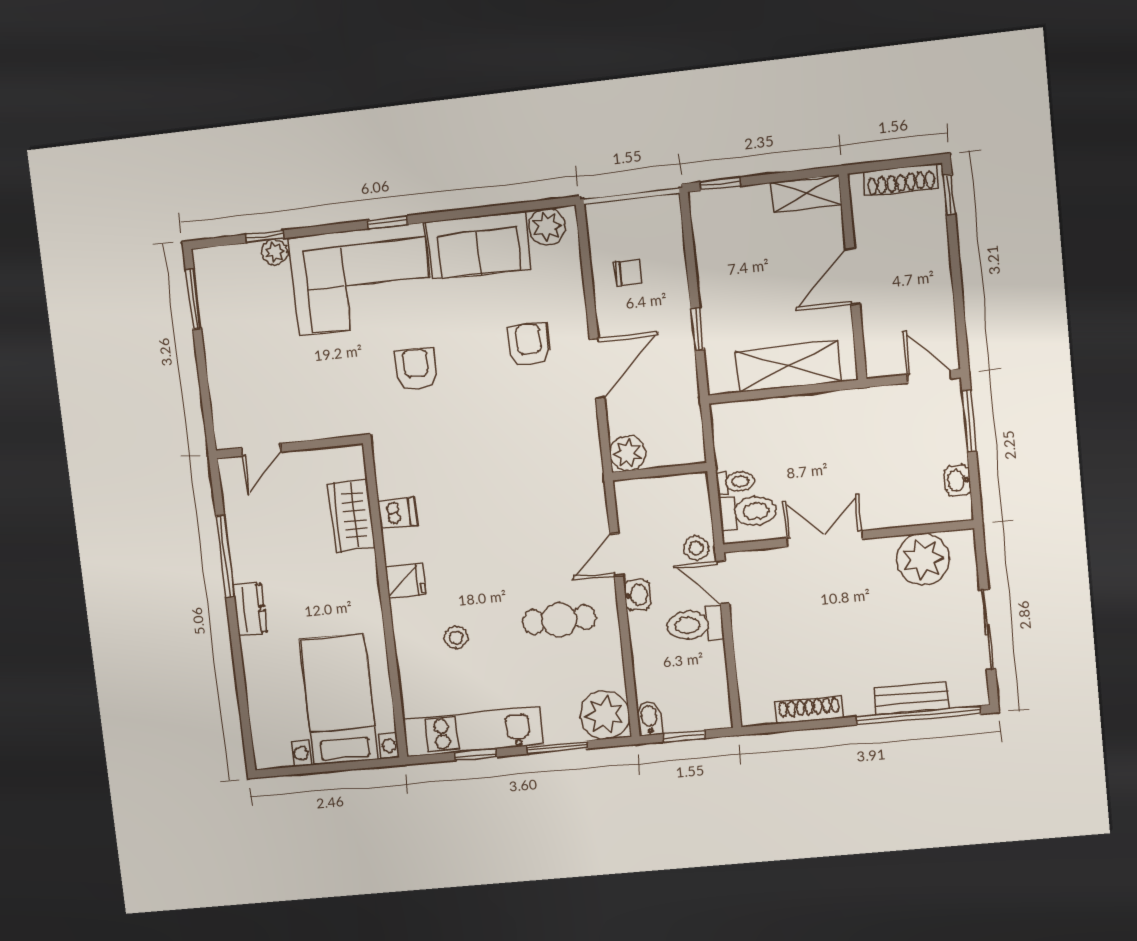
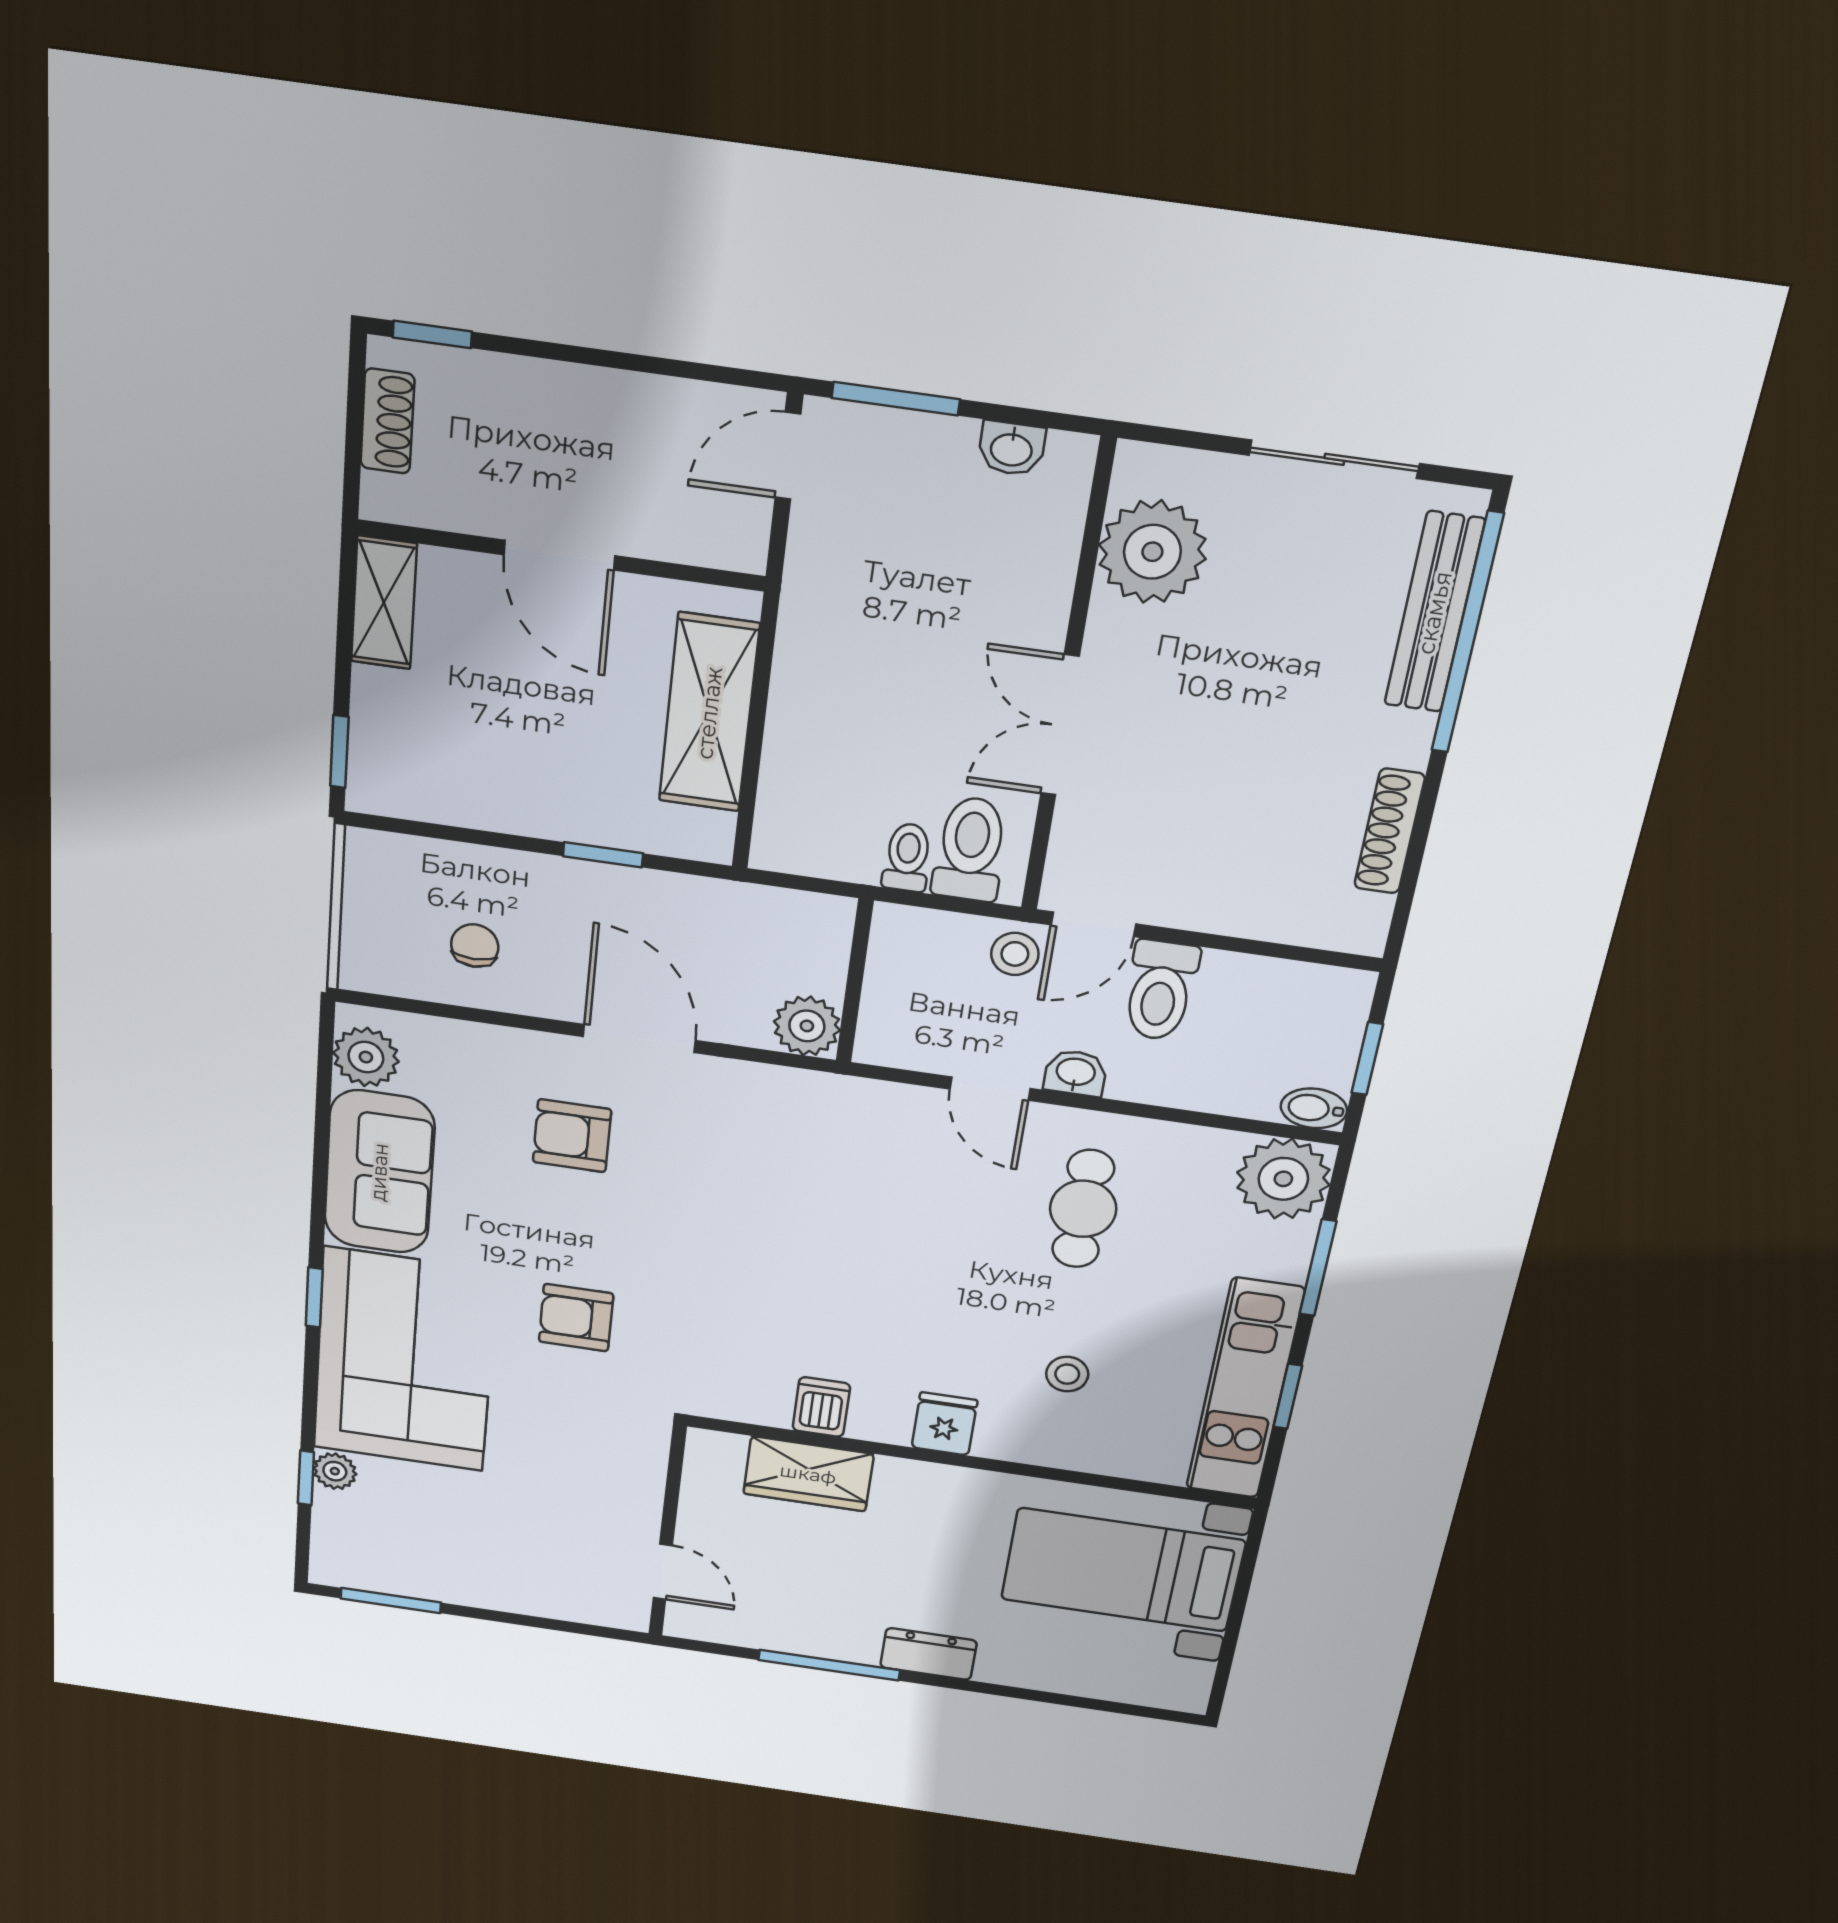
shoe rack: (901, 180) -> (387, 421), width x0.70
bench: (911, 698) -> (1434, 613), width x1.36

